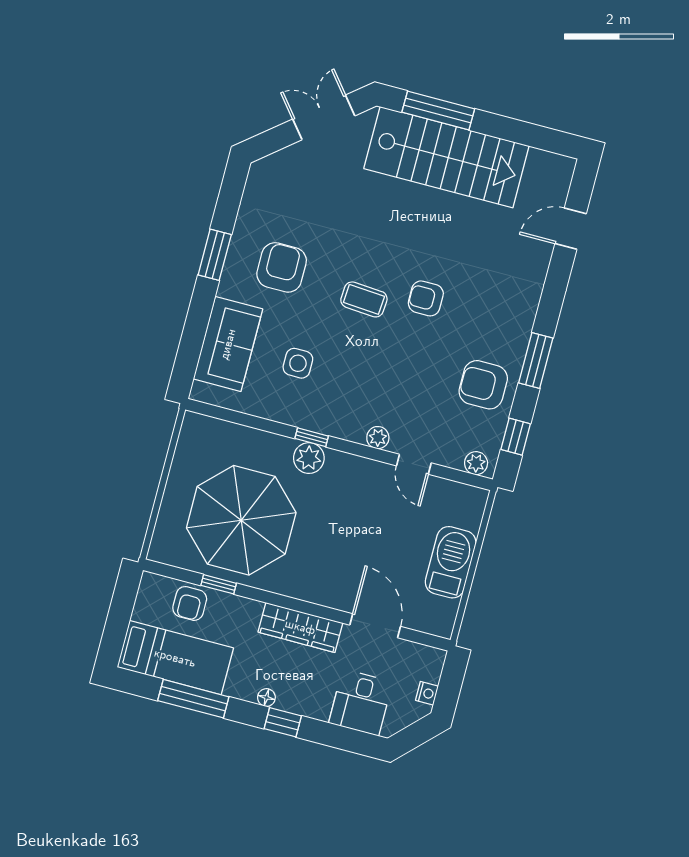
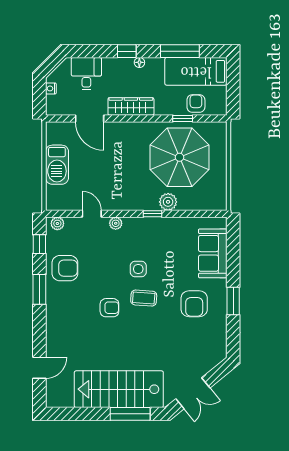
side table: (298, 363) -> (138, 269), moved
plant: (309, 458) -> (168, 202), moved

